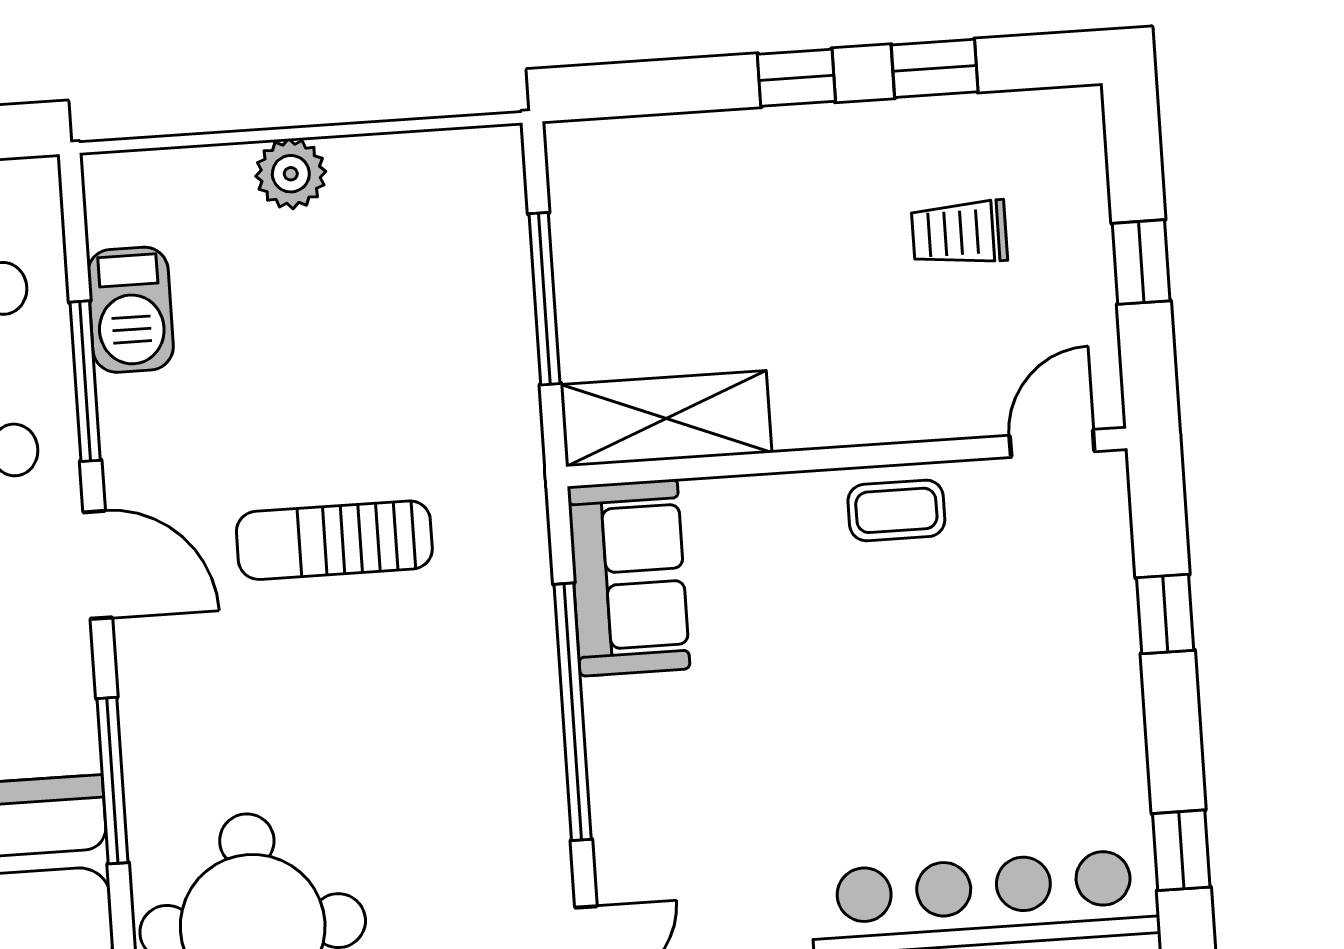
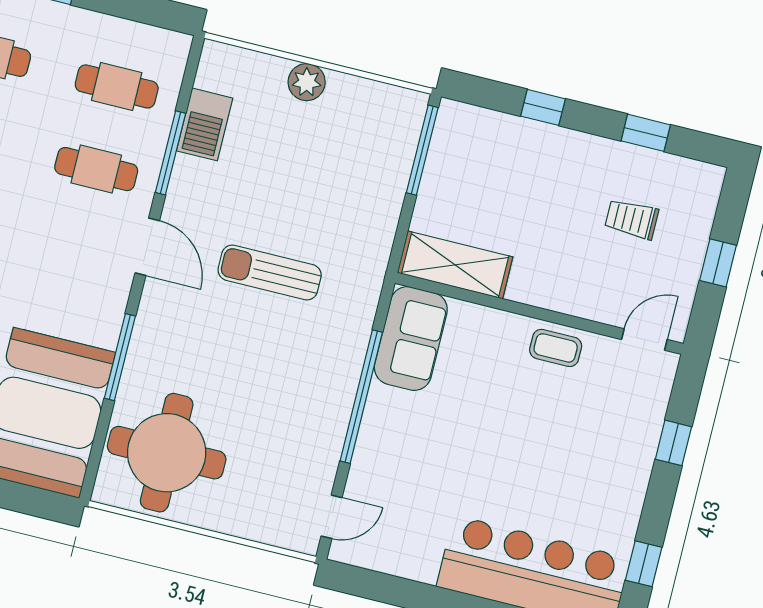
window: (796, 78) -> (543, 107), moved
window: (544, 299) -> (422, 150), moved

